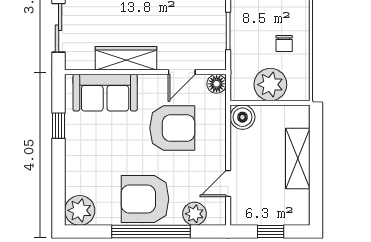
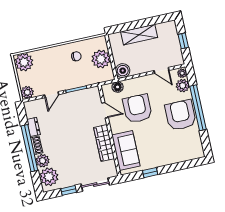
floor lamp: (217, 84) -> (118, 87), moved
armchair: (145, 199) -> (180, 115), turned 180
plant: (80, 210) -> (182, 73), moved, width x0.53, depth x0.53

